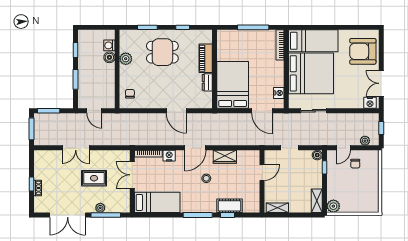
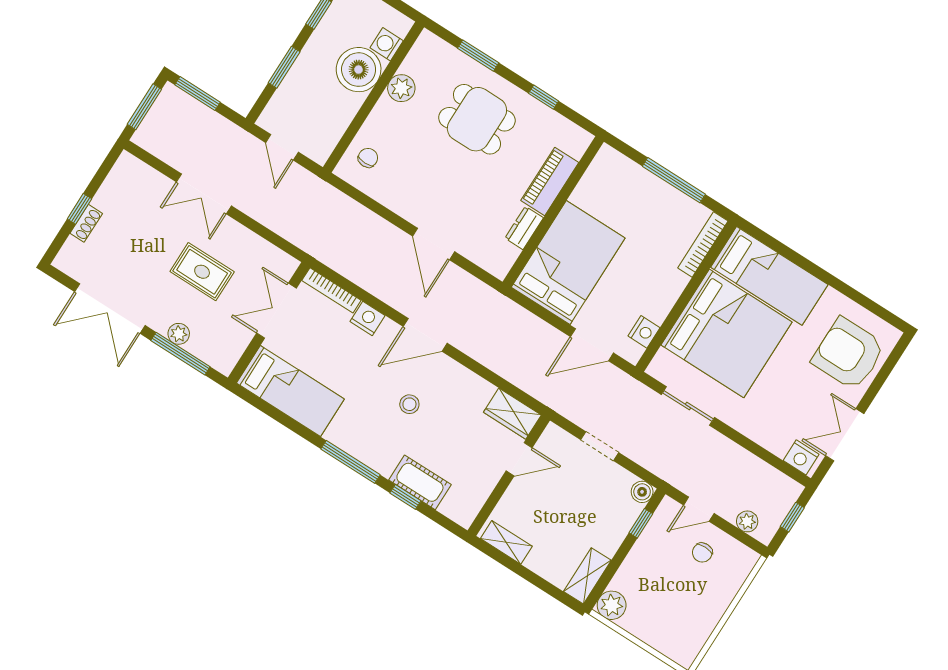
boiler: (109, 57) -> (359, 70), width x1.86, depth x1.86
door: (262, 111) -> (592, 345), hinge flipped
wardrobe: (225, 157) -> (512, 414), moved

